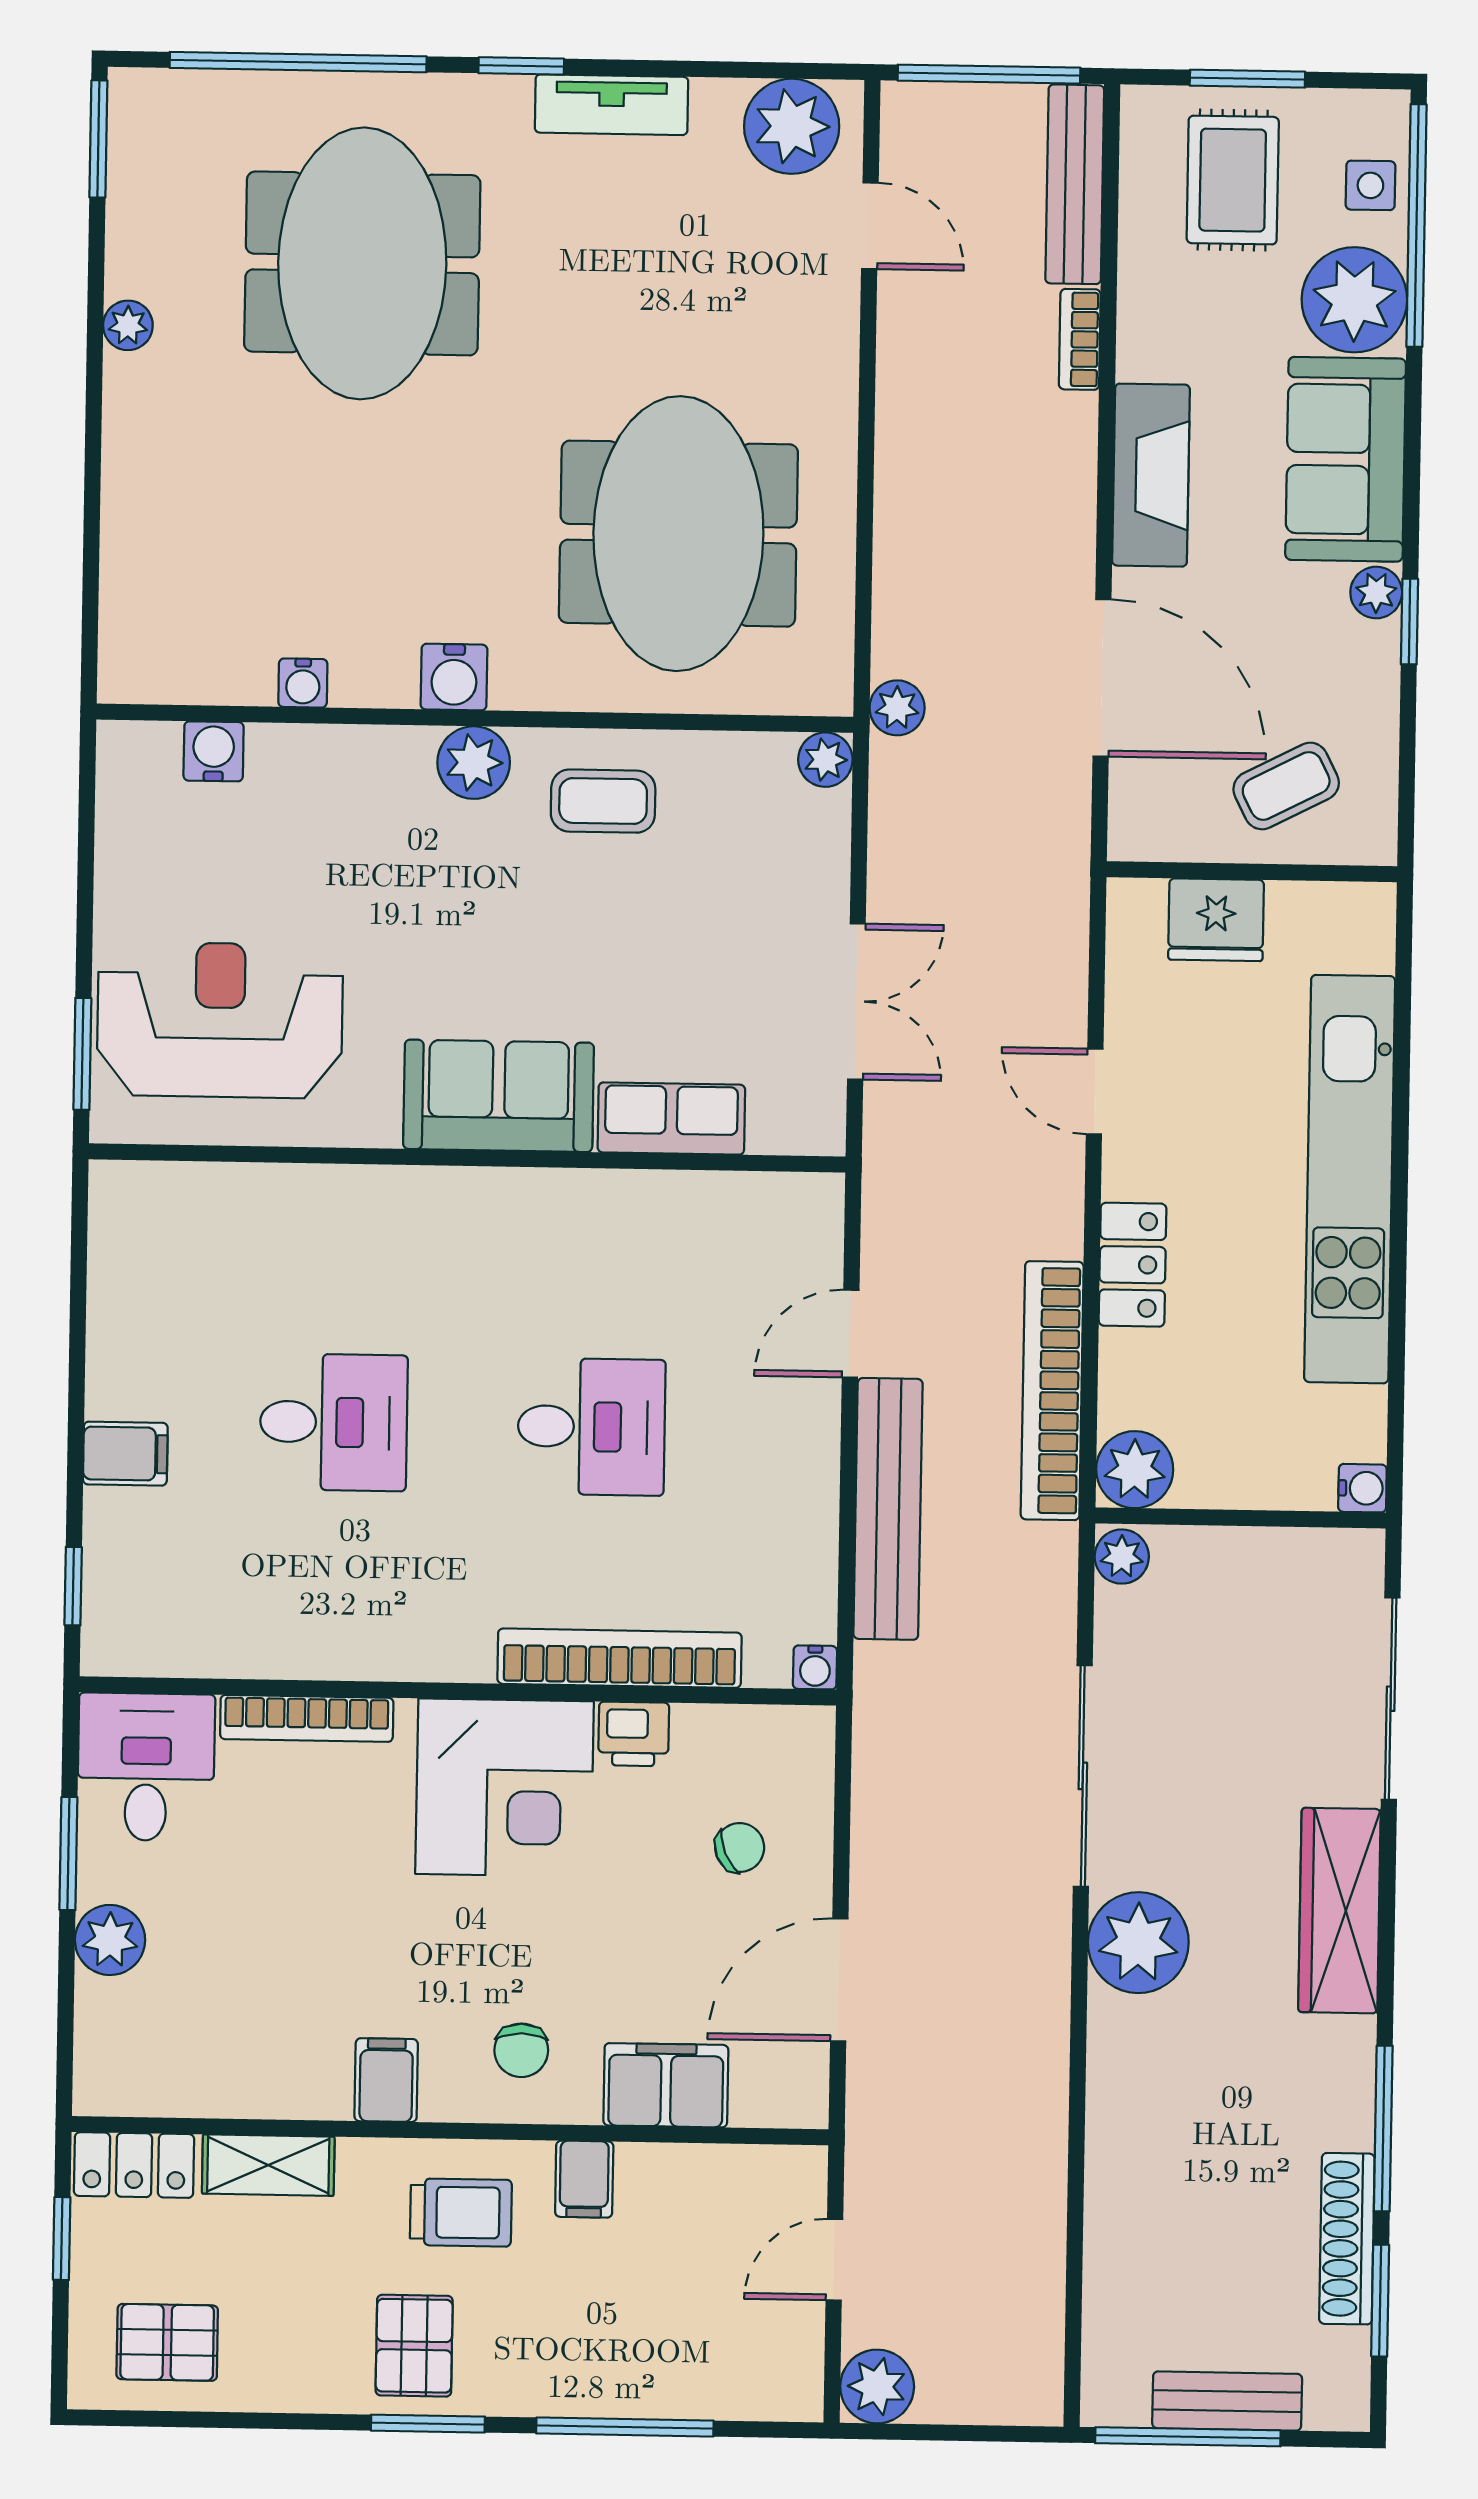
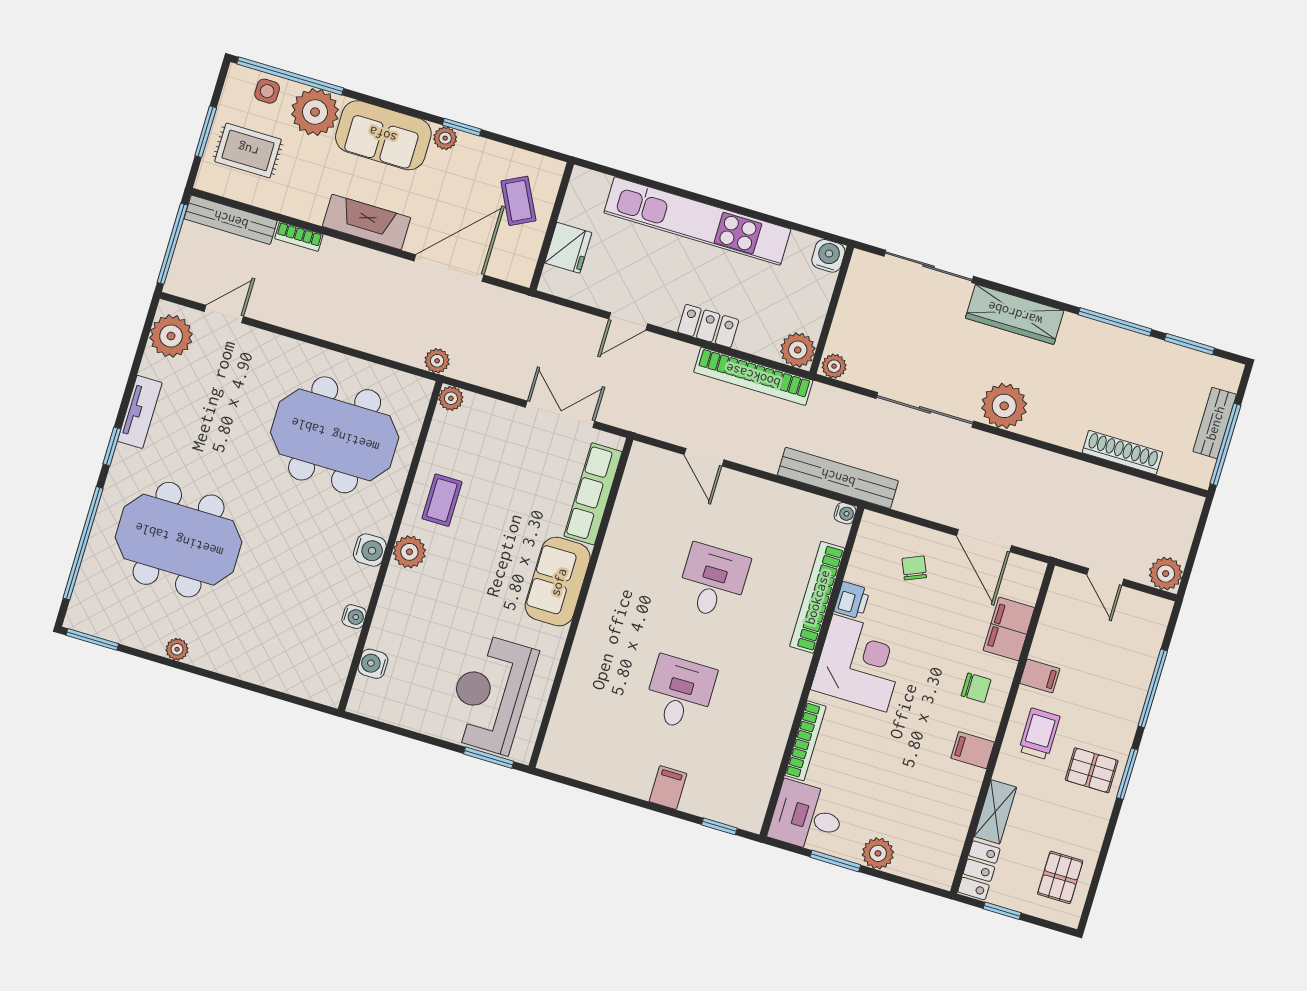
row of seats: (671, 1119) -> (593, 494), width x1.48
water cooler: (1362, 1488) -> (828, 256), width x1.38, depth x1.38
bench: (888, 1509) -> (838, 478), moved
shoe rack: (1347, 2239) -> (1122, 452), moved, turned 180

